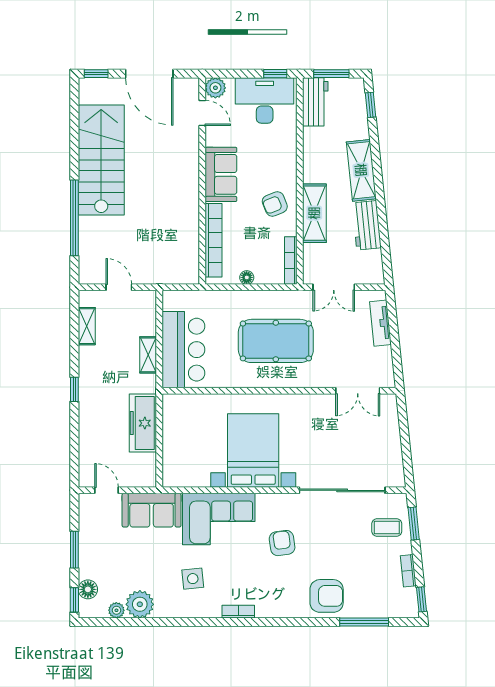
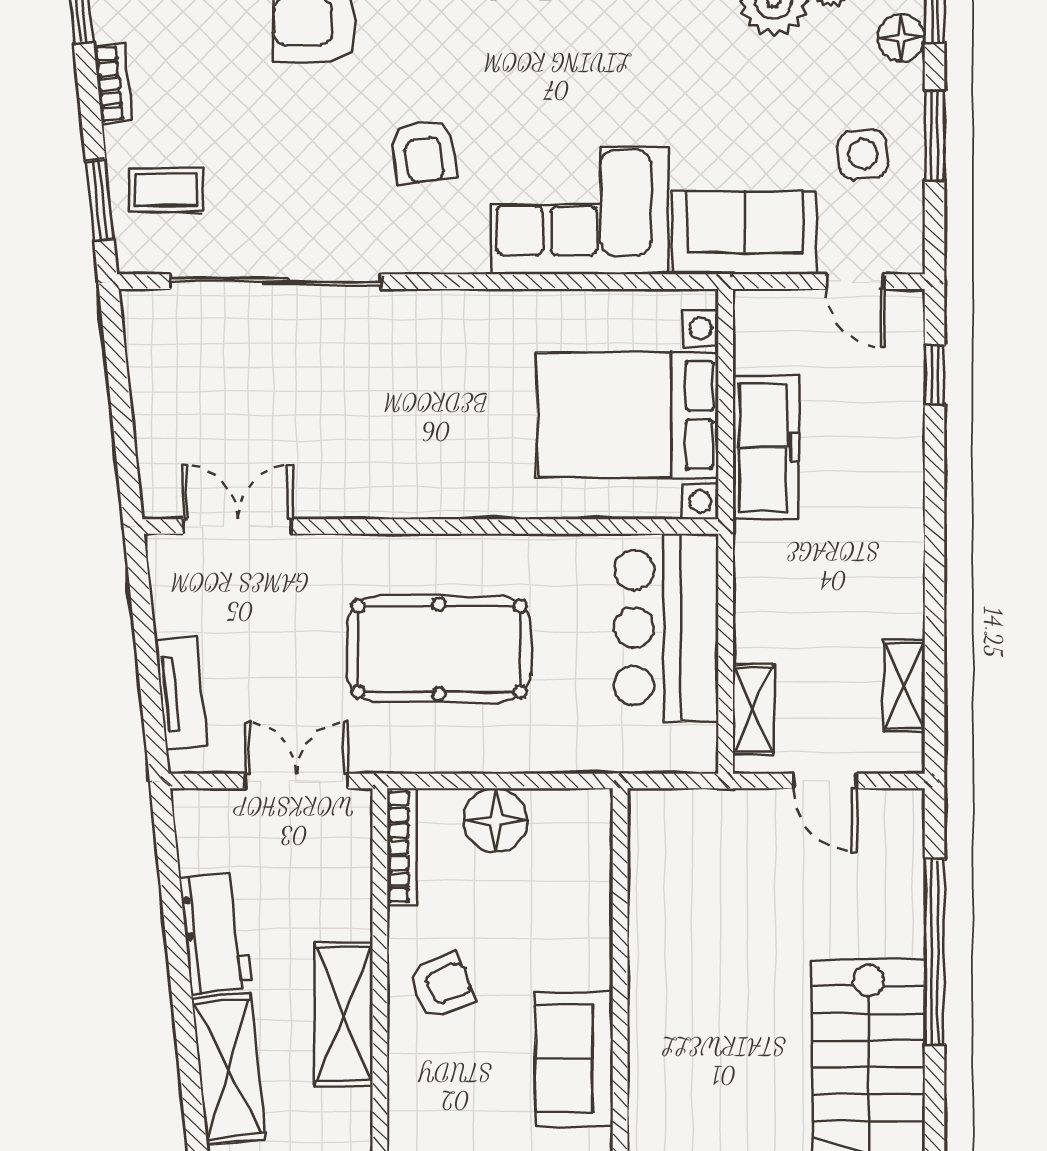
shelving: (314, 213) -> (344, 1014), moved
bookcase: (214, 240) -> (592, 897), removed
floor lamp: (247, 277) -> (495, 820), width x1.89, depth x1.89
shelving: (148, 355) -> (753, 709), moved
window: (74, 389) -> (935, 374), moved
bed with nightstands: (253, 450) -> (628, 415), moved, turned 90
side table: (193, 579) -> (863, 154), moved

